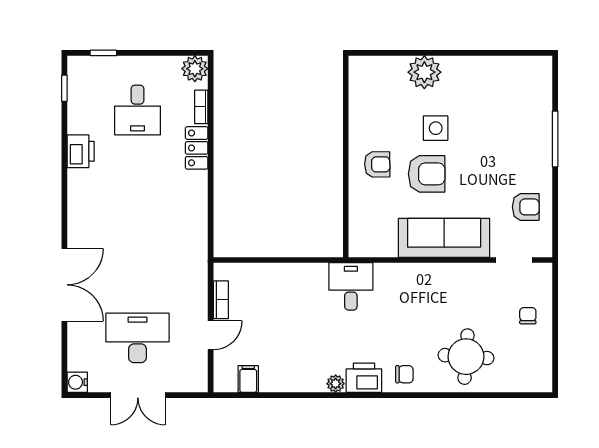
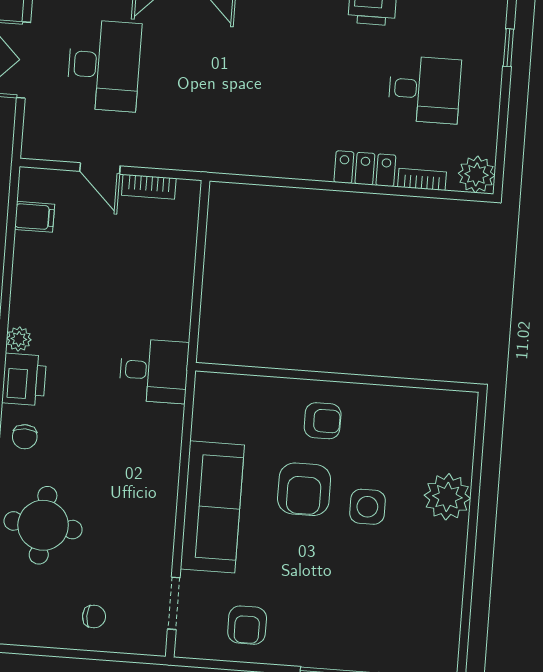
desk: (137, 110) -> (424, 89), turned 180
armchair: (377, 164) -> (323, 421), turned -89

